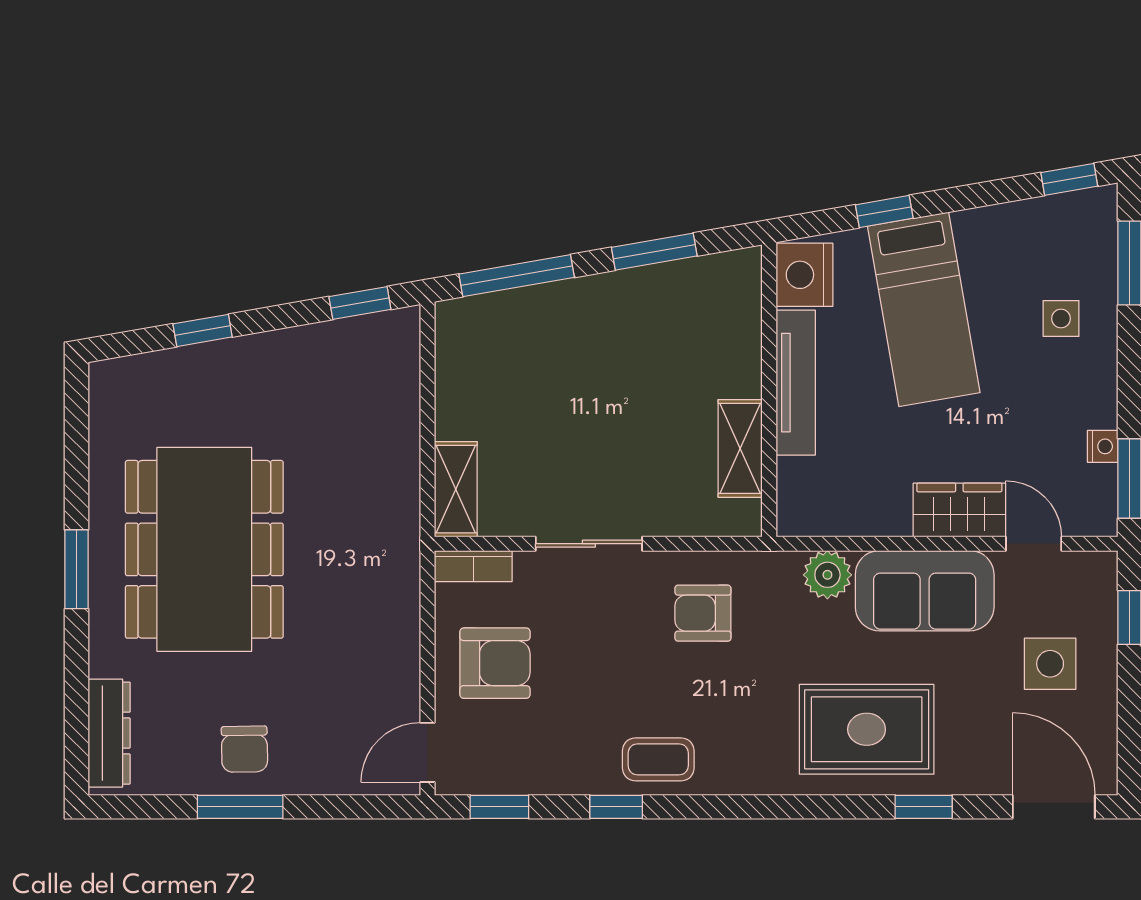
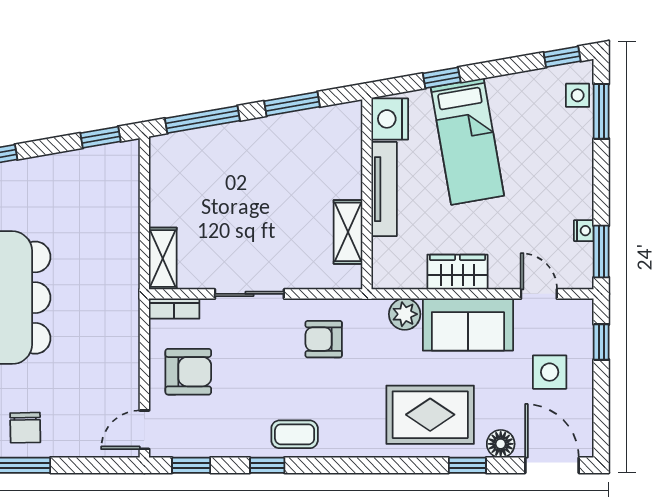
side table: (1061, 319) -> (578, 95), moved
wardrobe: (959, 510) -> (457, 272), moved
floor lamp: (975, 774) -> (501, 444), added

